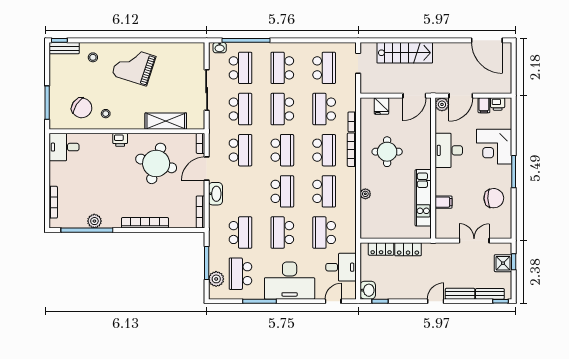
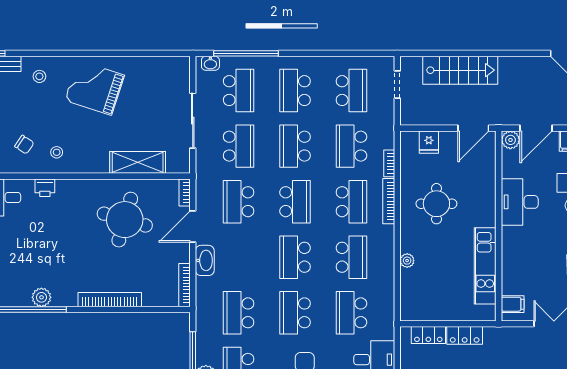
chair: (82, 108) -> (24, 145), width x0.54, depth x0.54
printer: (120, 140) -> (45, 188), moved
school desk: (240, 150) -> (239, 202), turned 180
school desk: (282, 191) -> (295, 257), turned 180
filing cabinet: (444, 202) -> (513, 304), moved
school desk: (240, 233) -> (239, 313), turned 180

